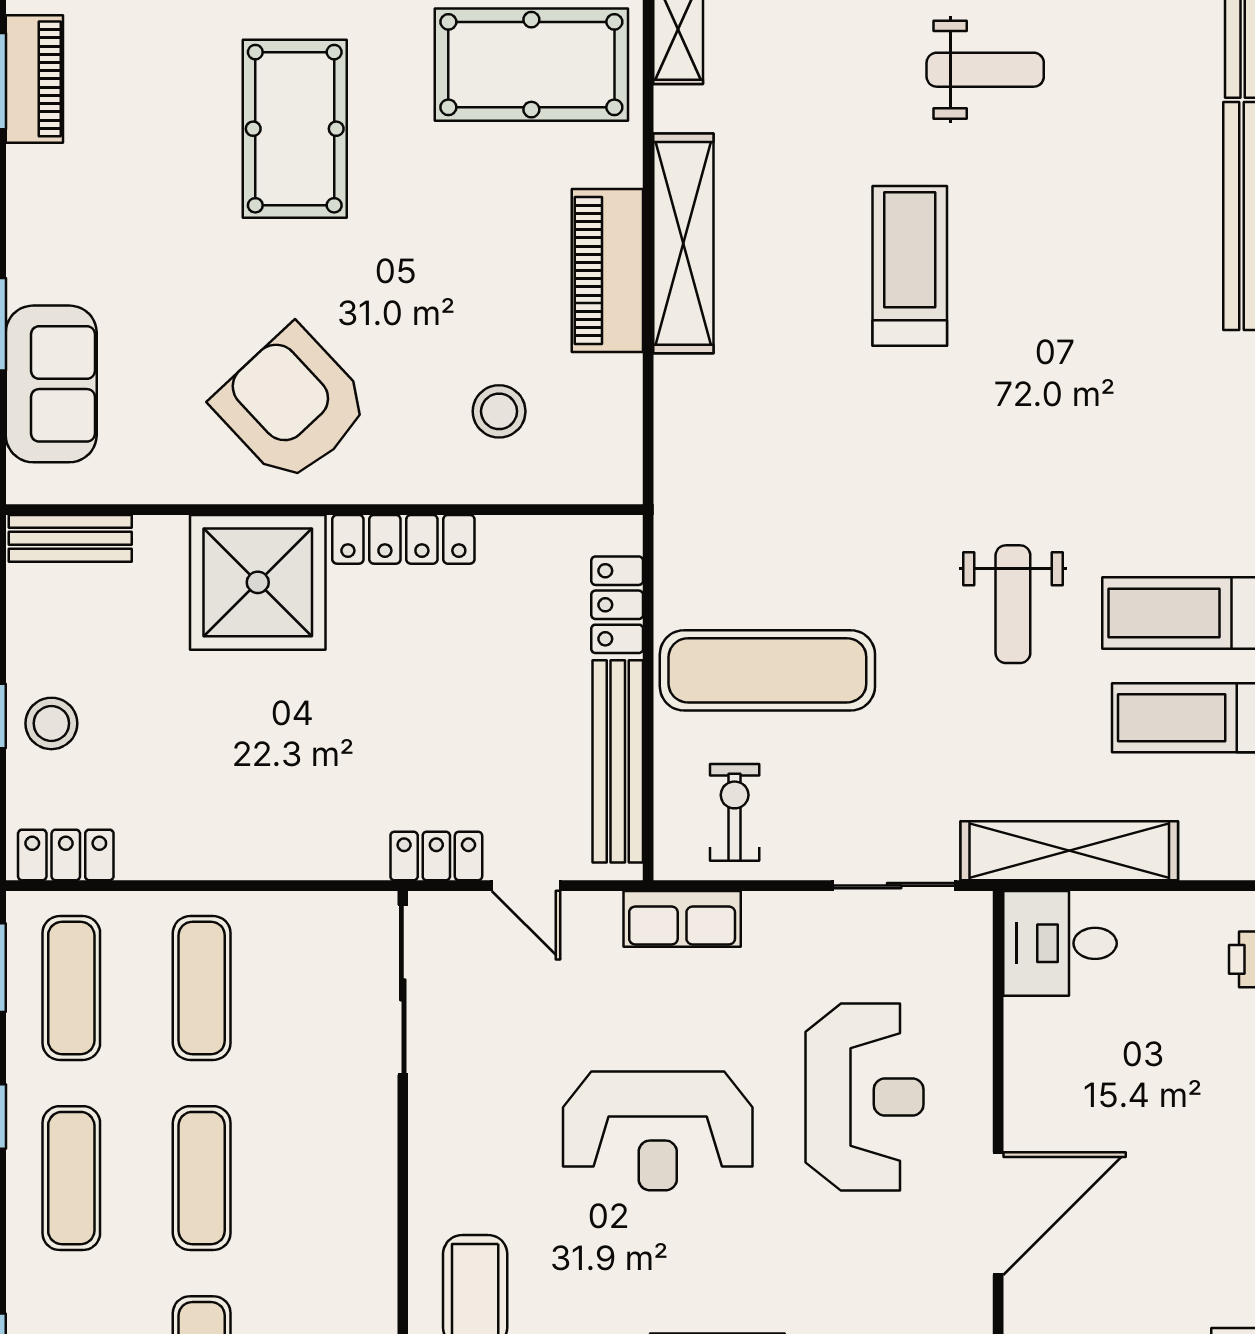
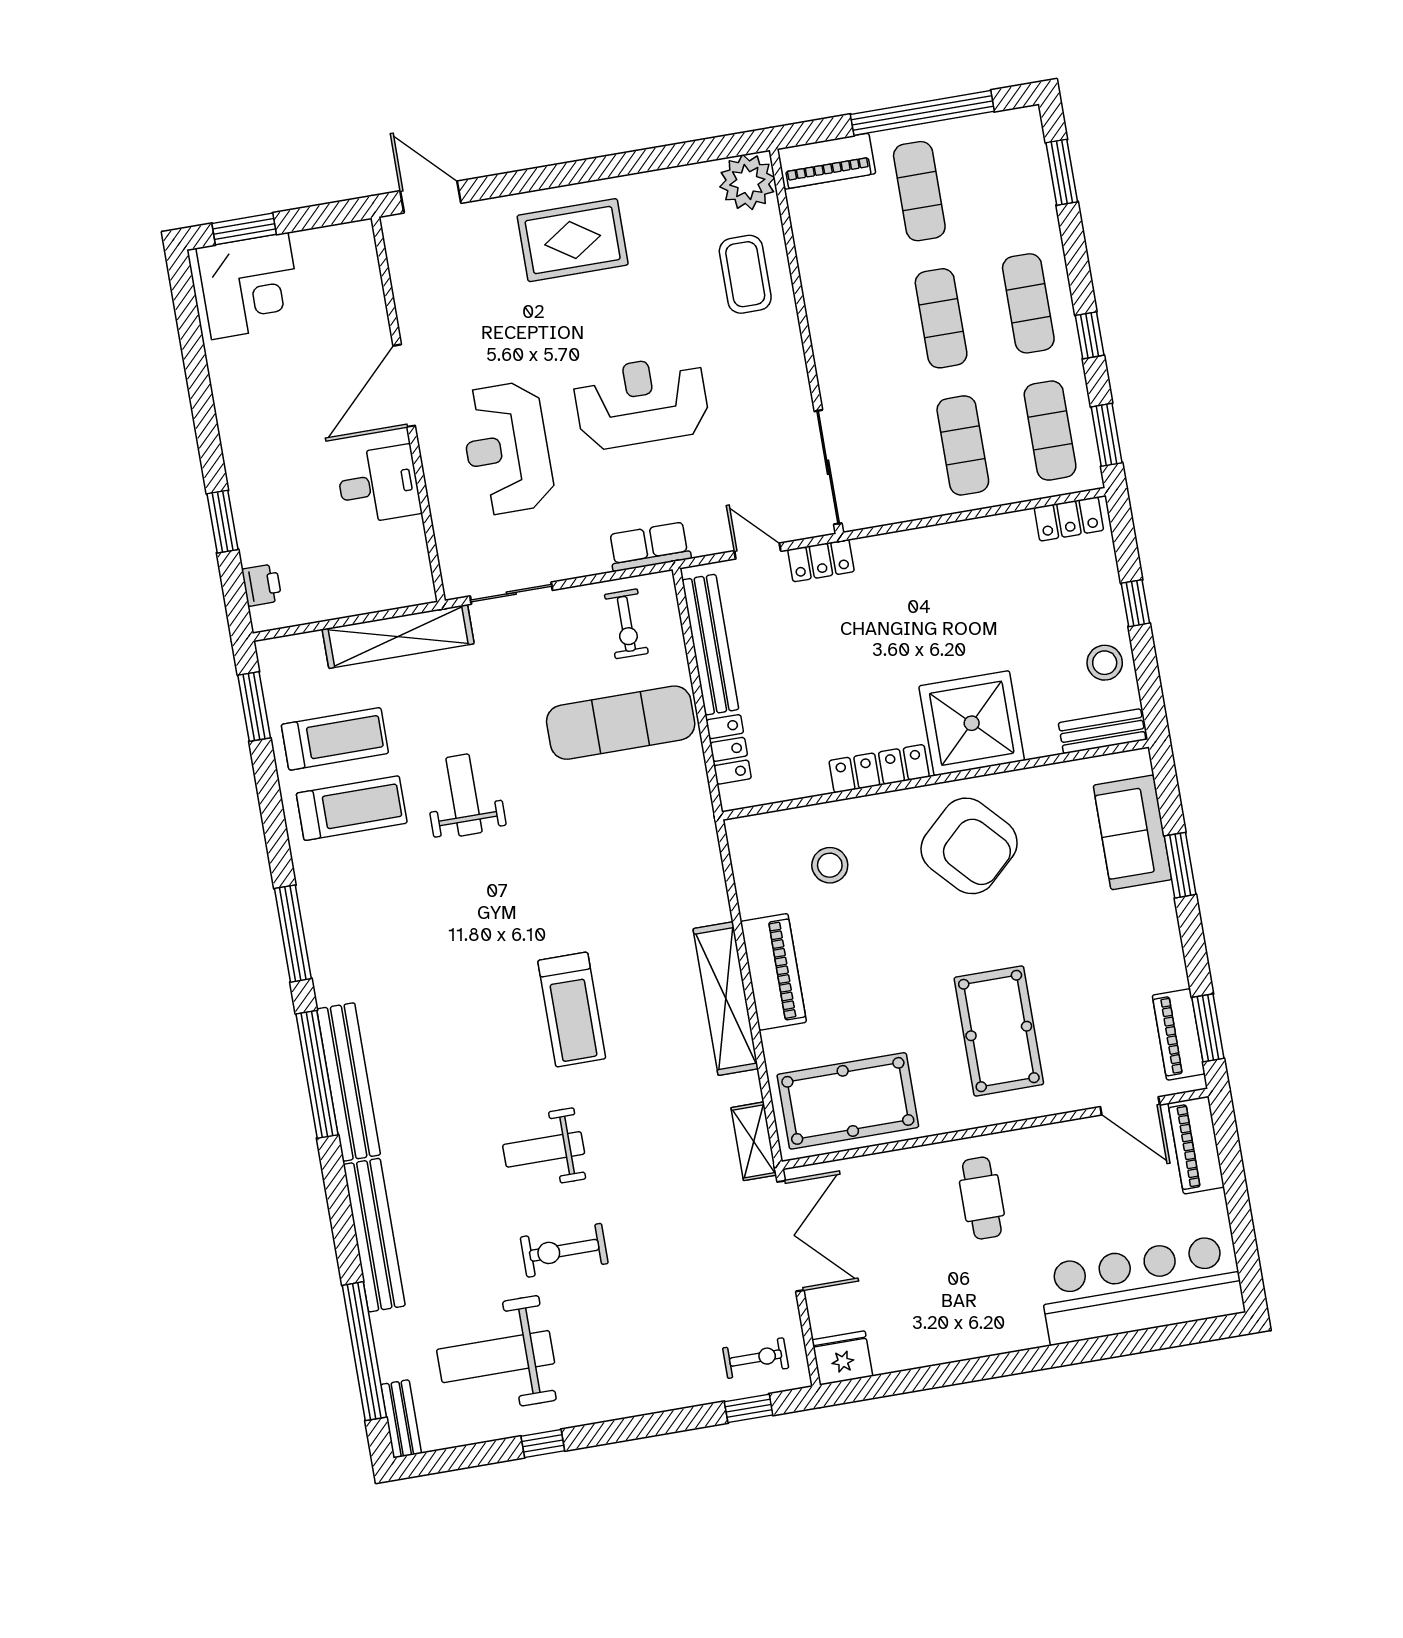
stool: (51, 723) -> (1105, 663), moved
desk: (1060, 943) -> (379, 485), moved

